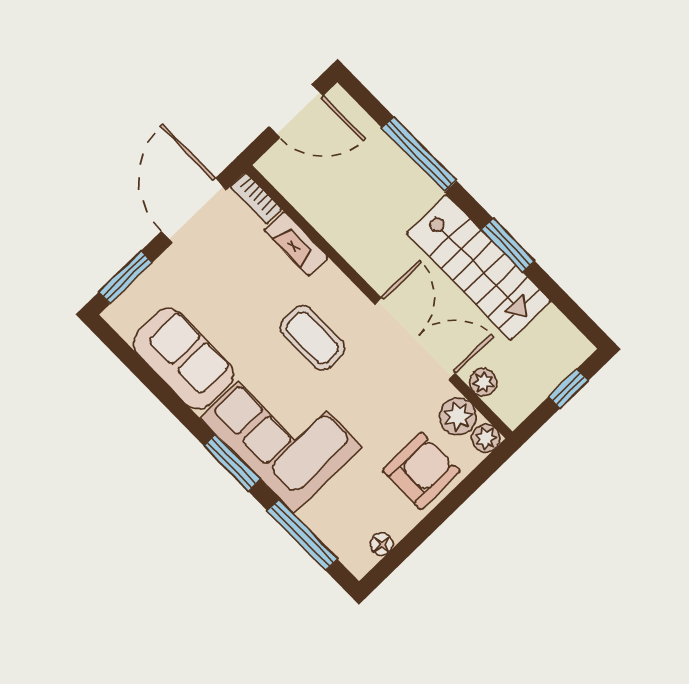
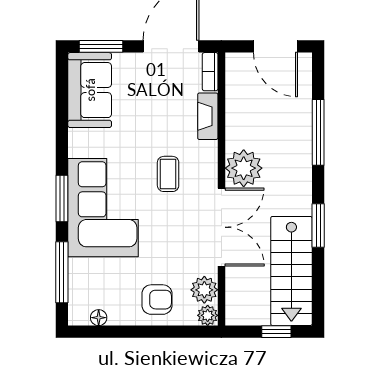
stairs: (479, 267) -> (291, 271), moved
coffee table: (312, 338) -> (168, 174), width x0.73, depth x0.77
sofa: (183, 359) -> (90, 90), moved
plant: (483, 382) -> (244, 168), moved, width x1.88, depth x1.88
armchair: (421, 471) -> (157, 300), width x0.72, depth x0.72

